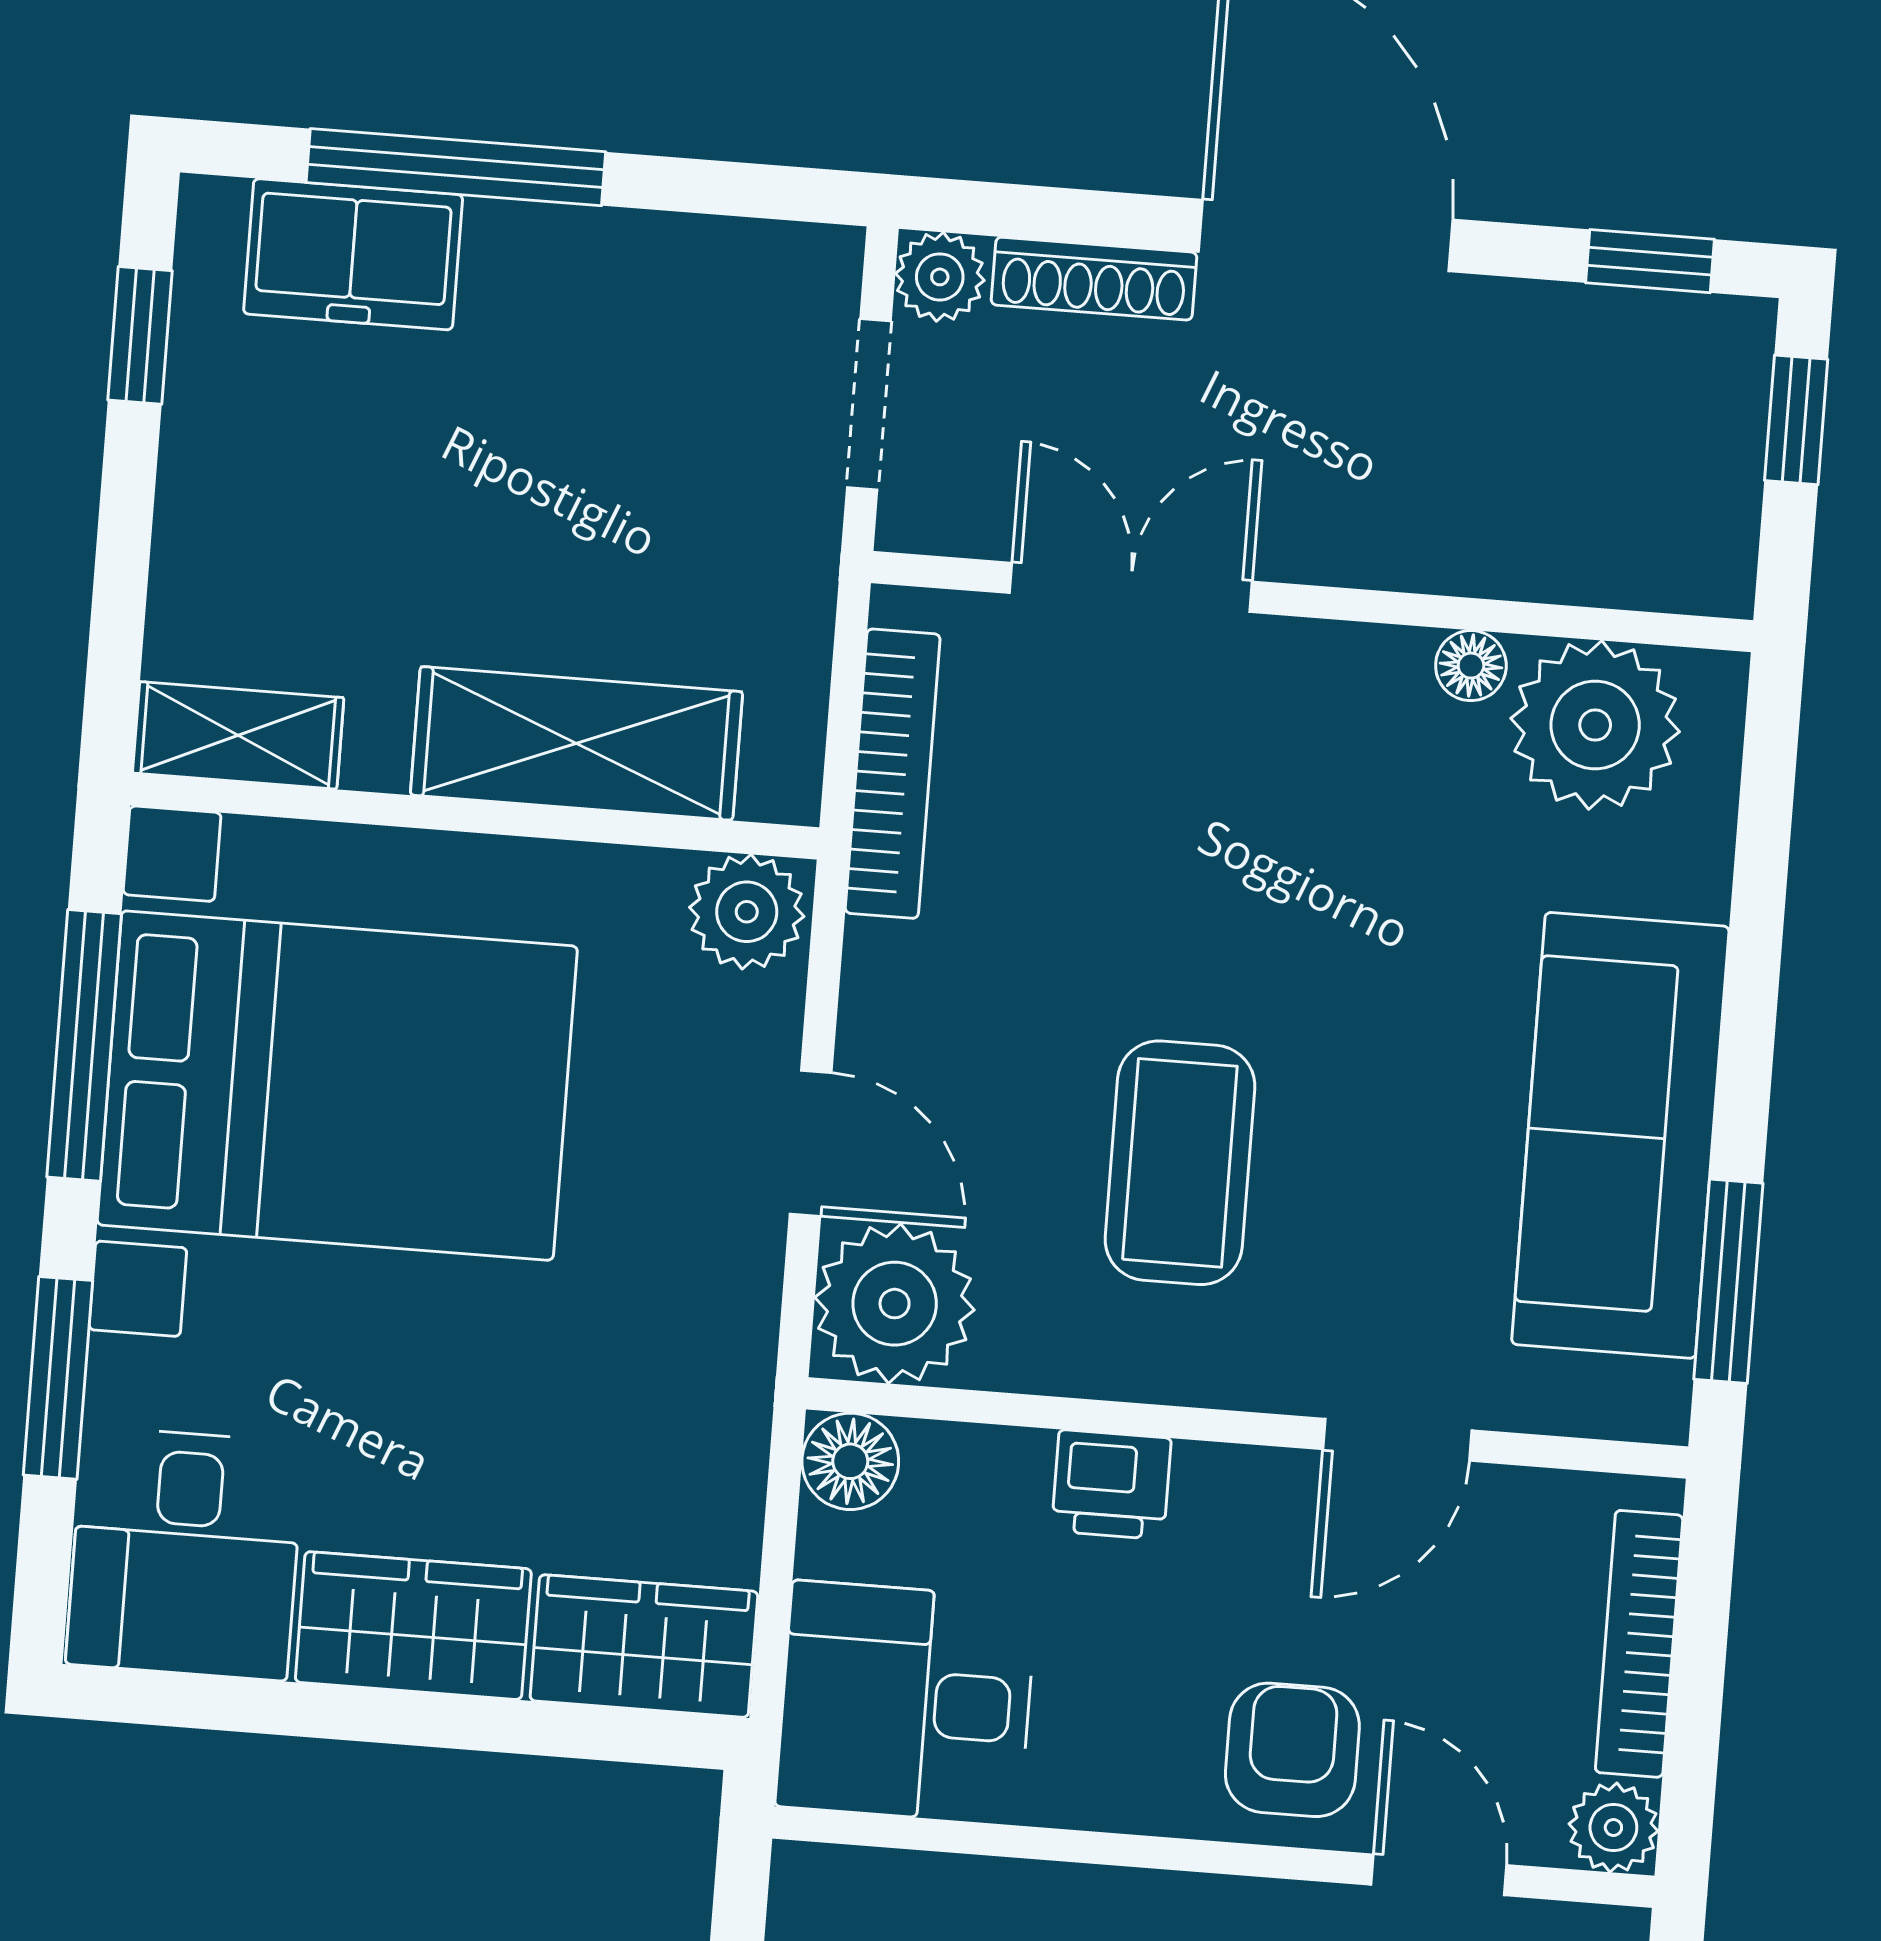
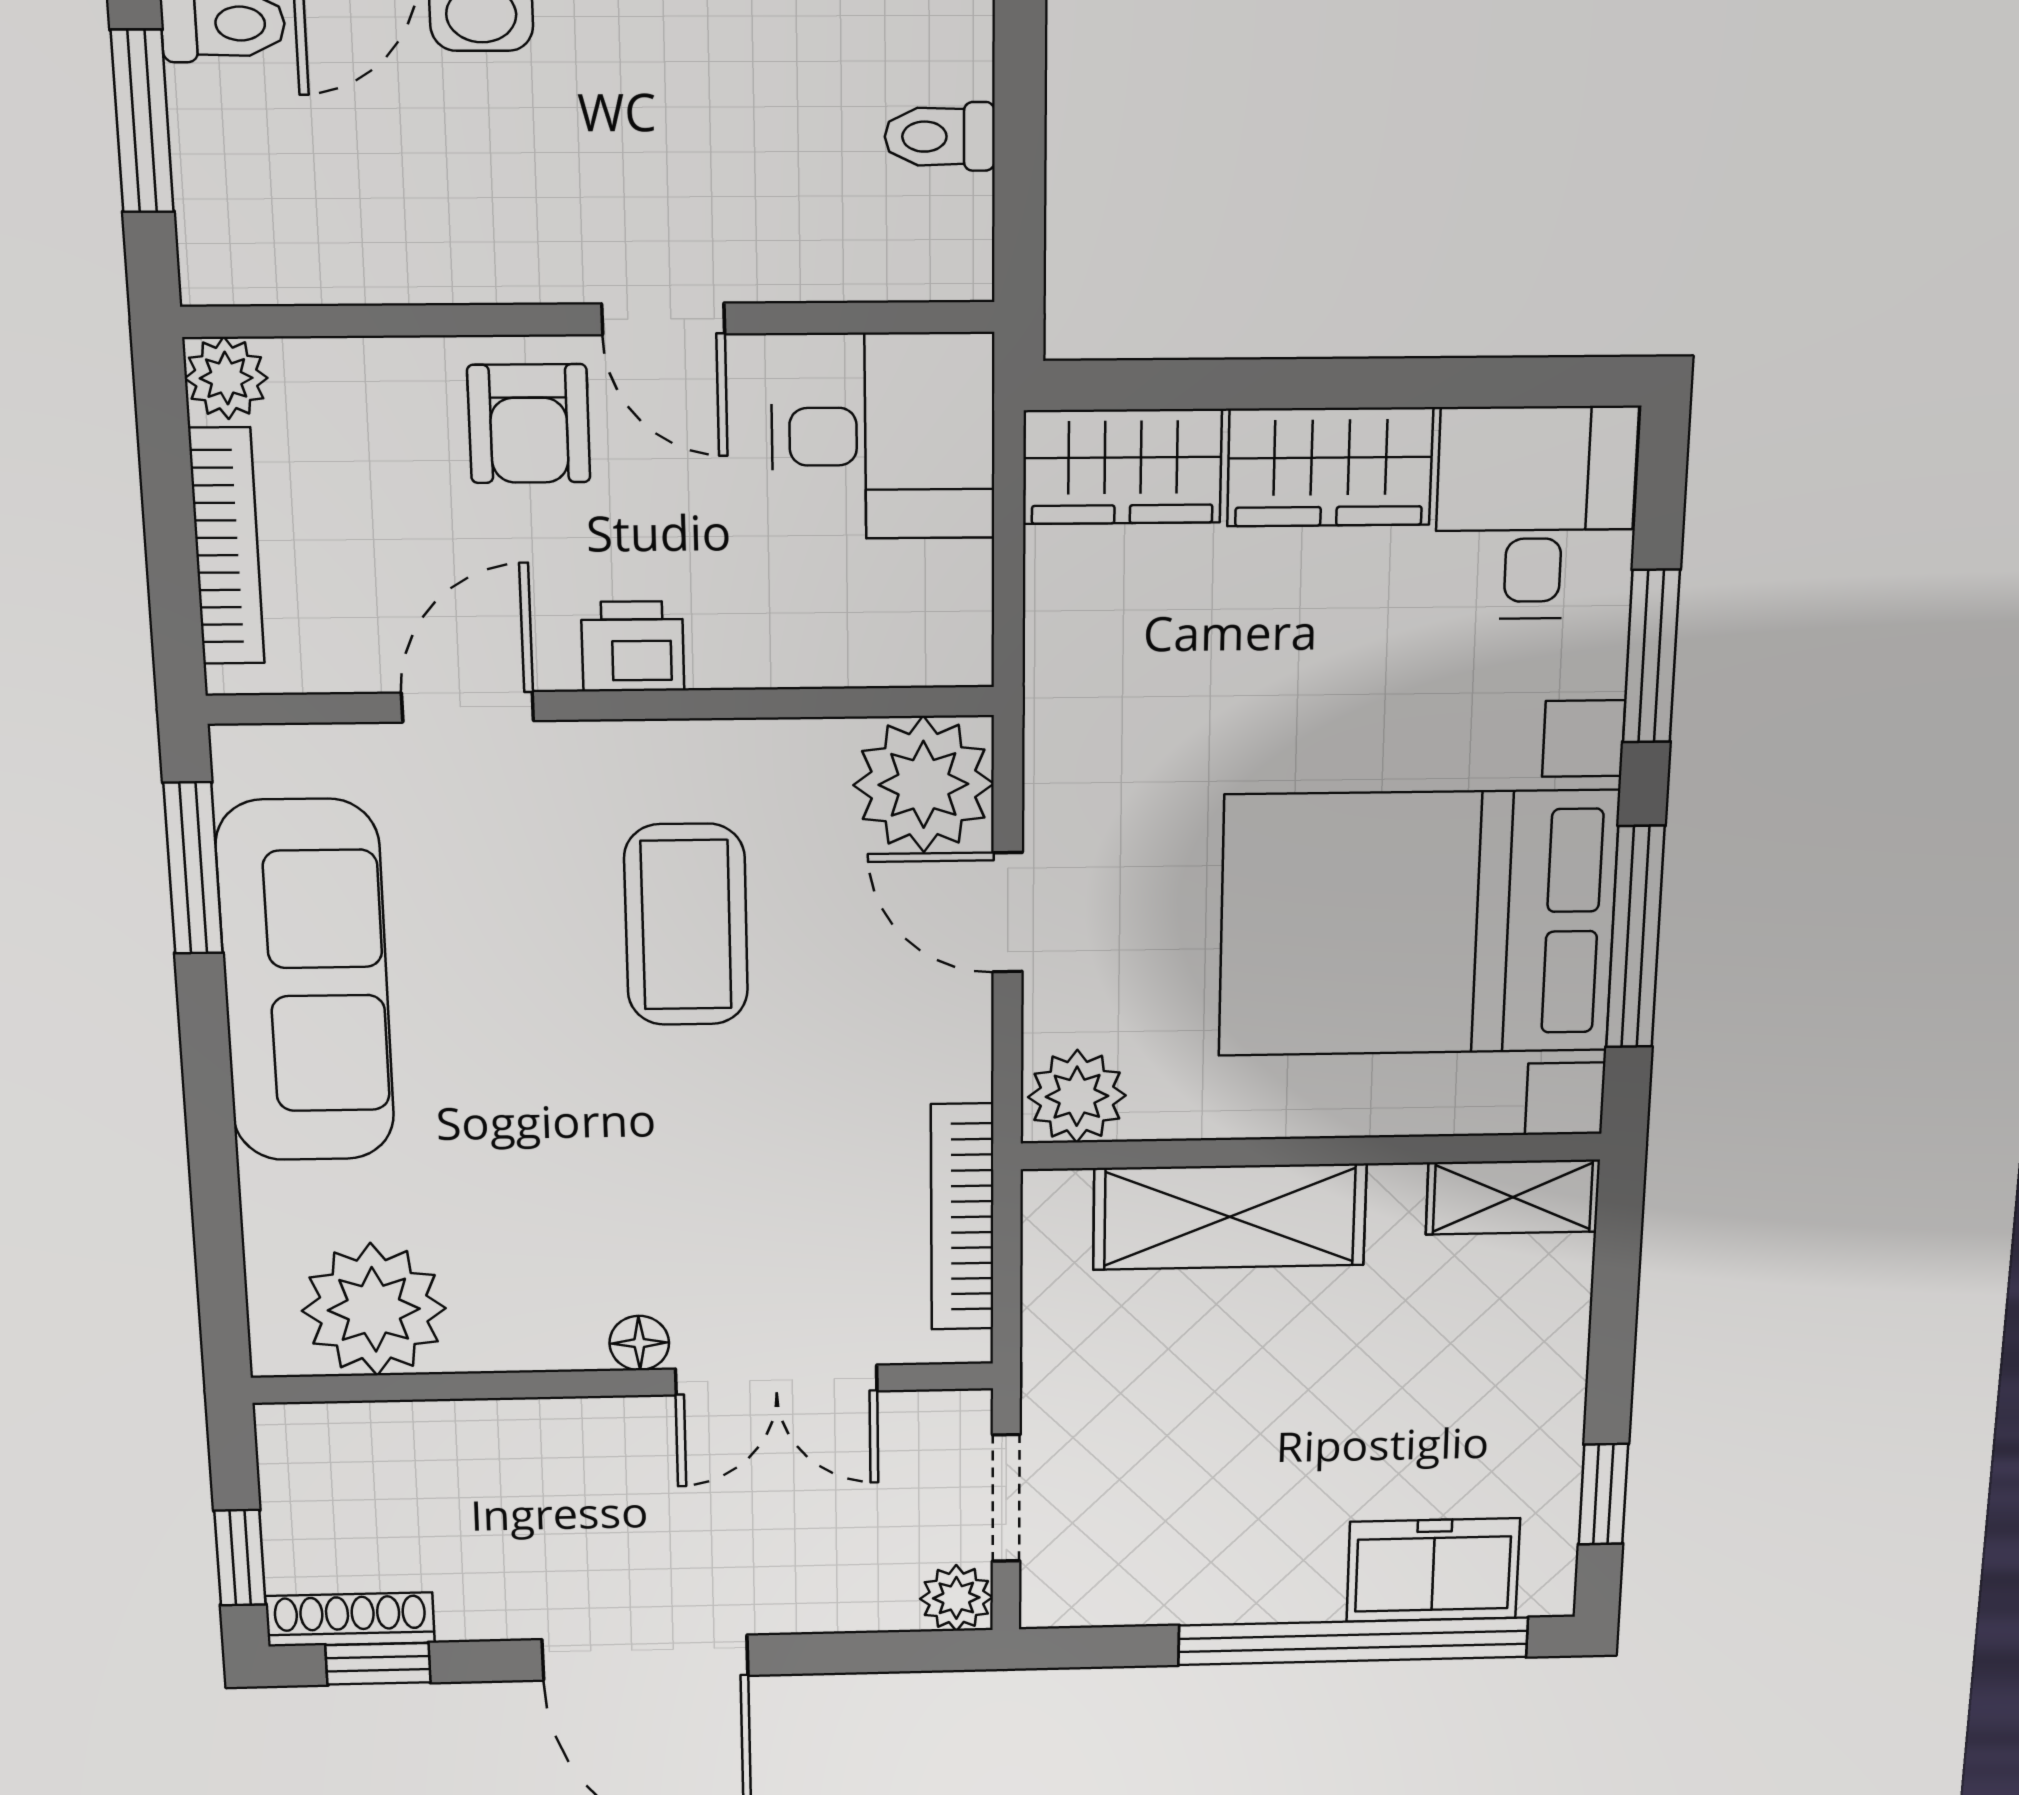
window: (456, 167) -> (1353, 1641), width x1.46
shoe rack: (1094, 279) -> (350, 1619), moved
floor lamp: (1471, 666) -> (639, 1343), moved
floor lamp: (850, 1461) -> (951, 645), removed
printer: (1111, 1485) -> (633, 646), moved
door: (1439, 1875) -> (663, 319), moved

